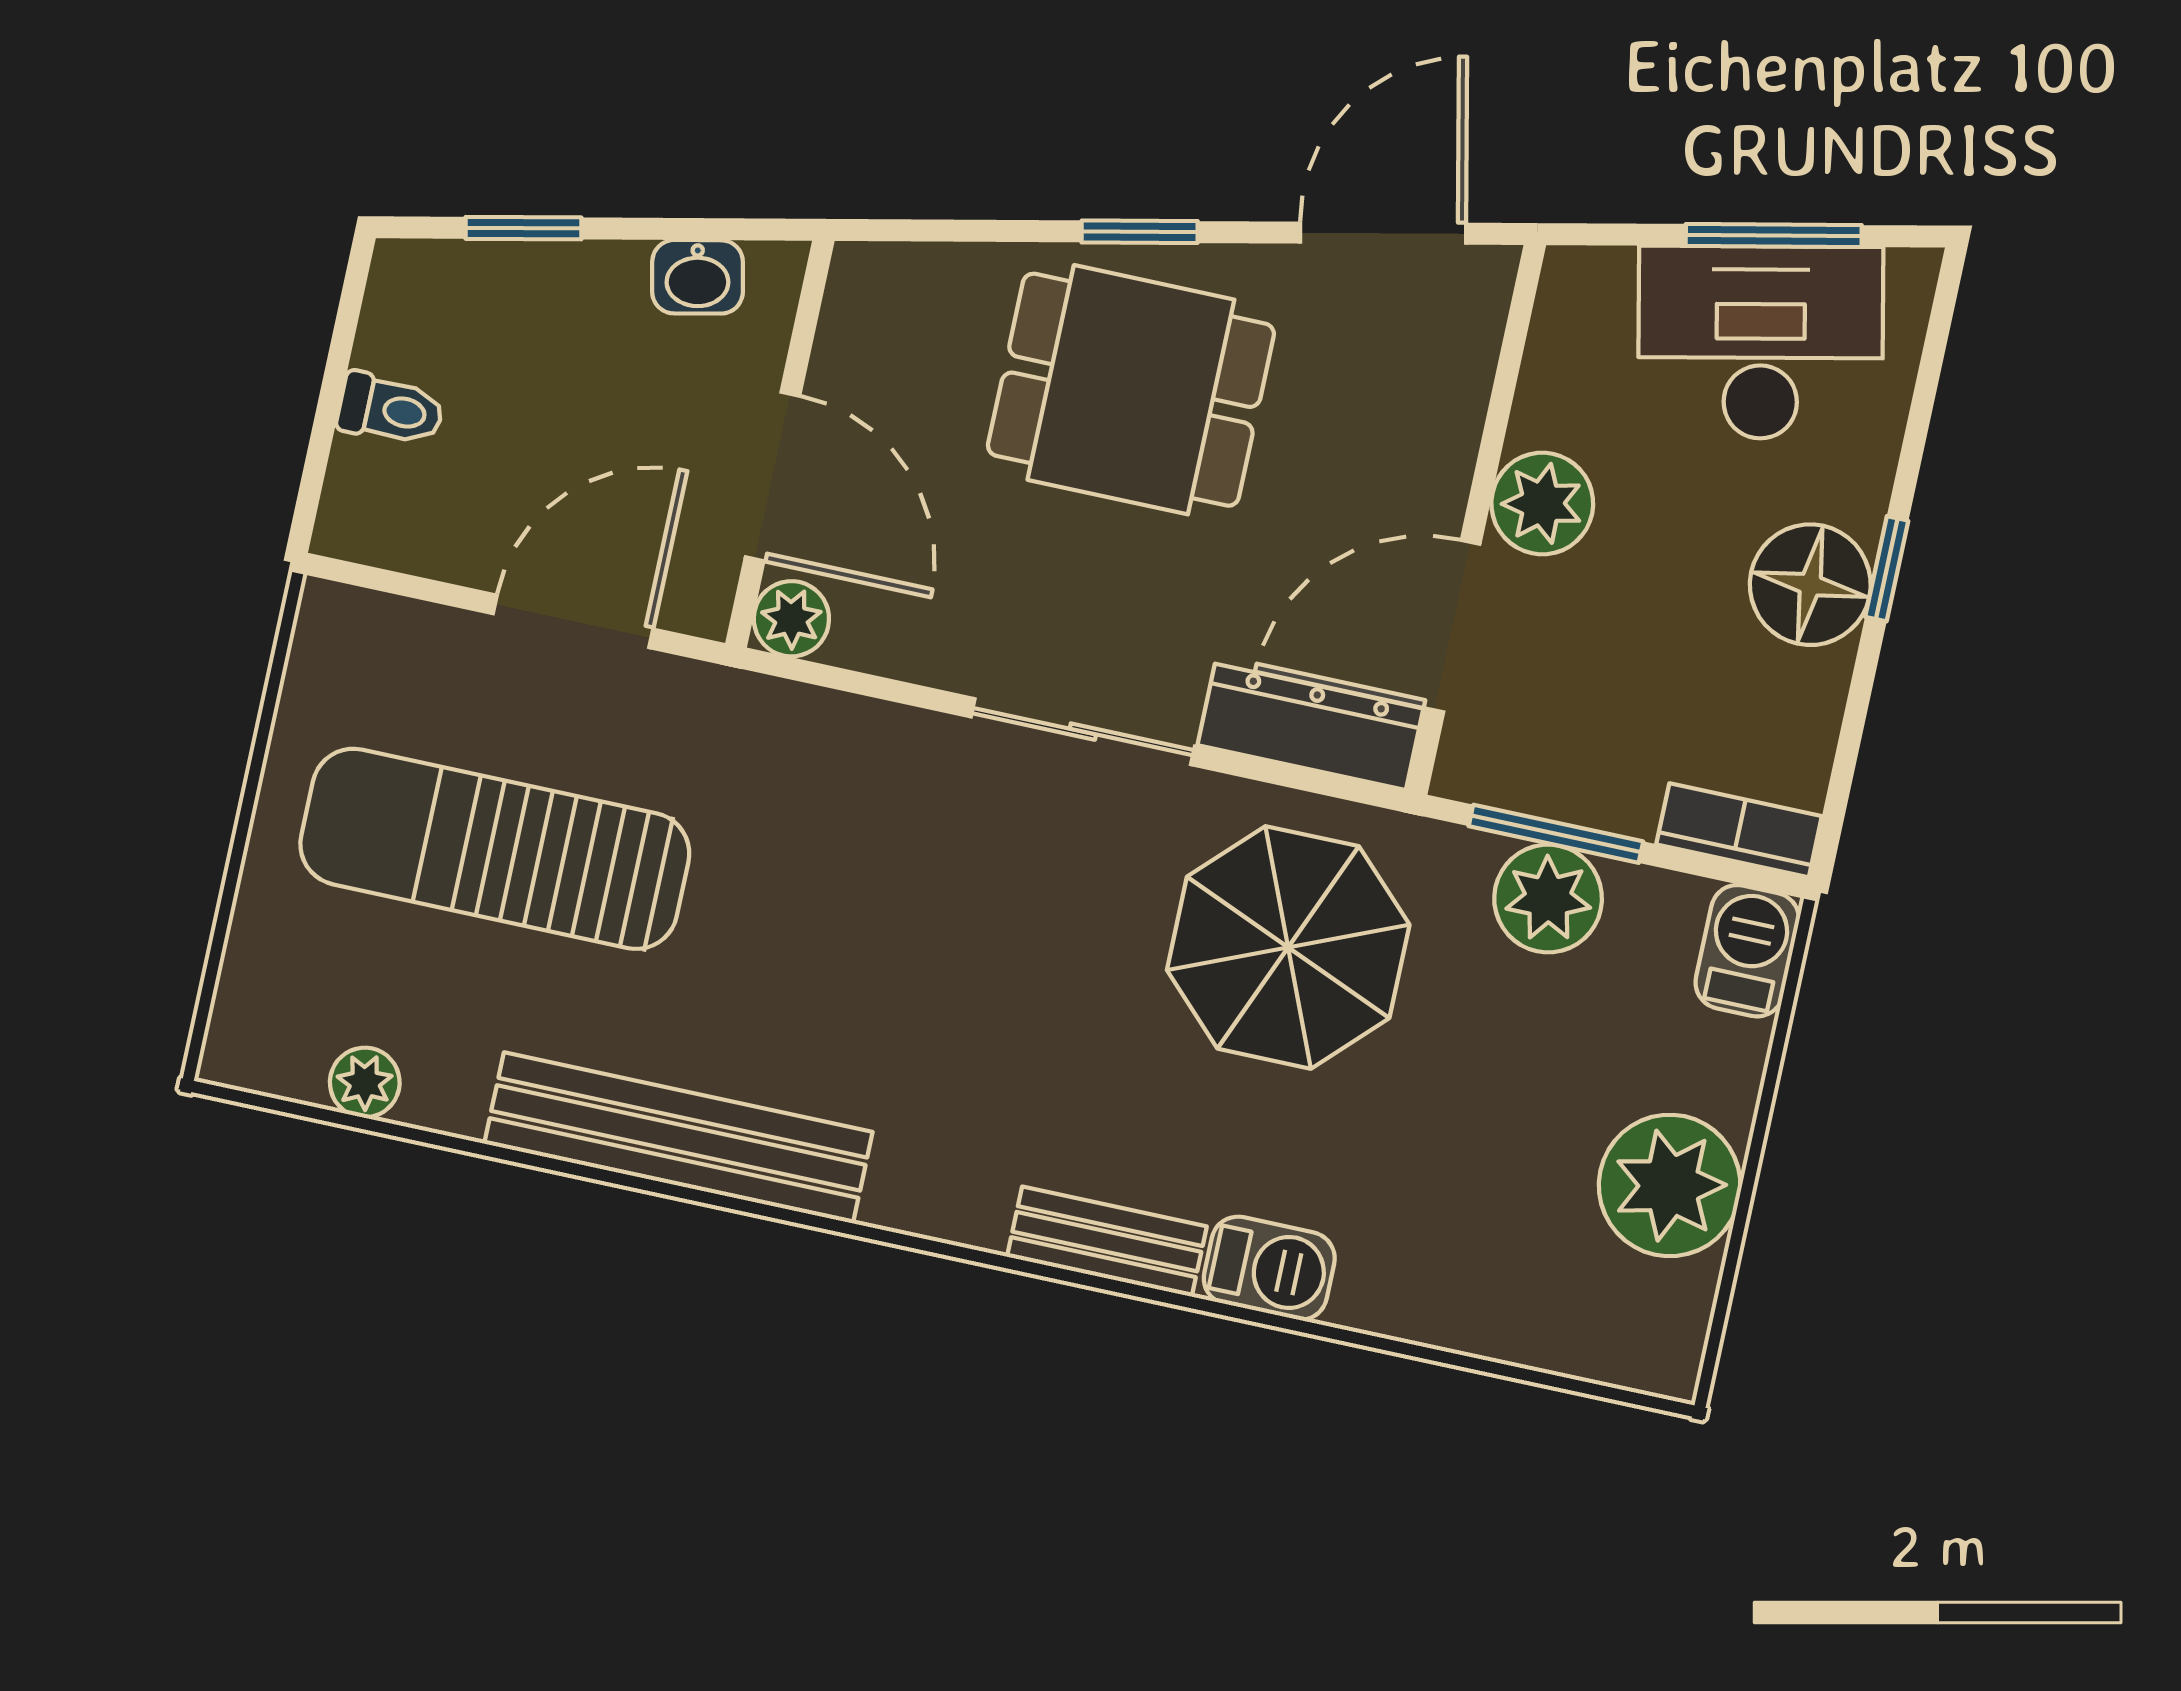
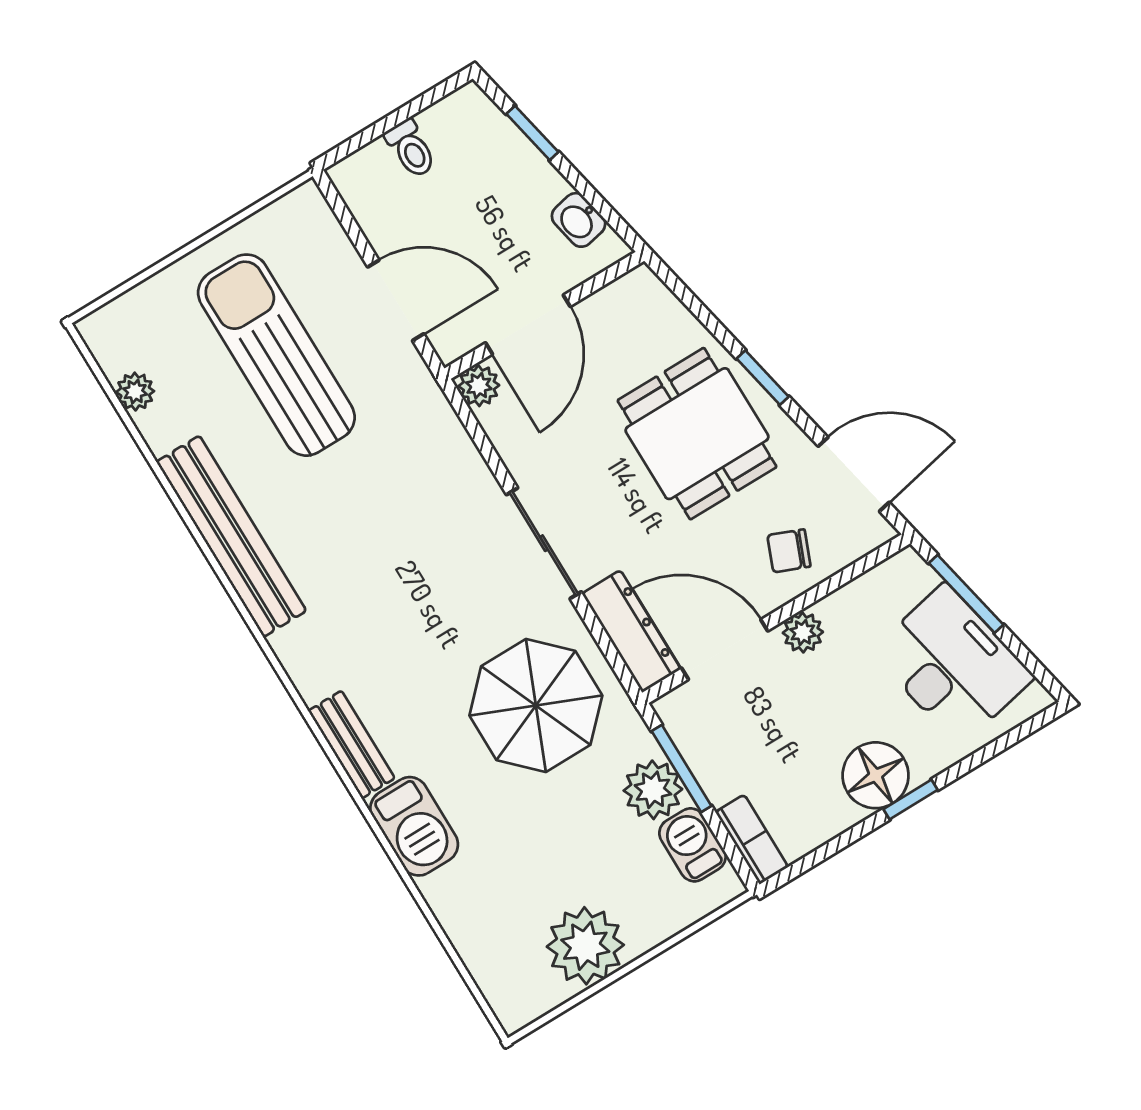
window: (1774, 236) -> (966, 594), moved
chair: (1403, 416) -> (789, 551), added
plant: (1542, 503) -> (803, 632), width x0.73, depth x0.73
barbecue: (1747, 951) -> (692, 845), moved, turned -90
barbecue: (1269, 1268) -> (414, 826), width x1.38, depth x1.27

